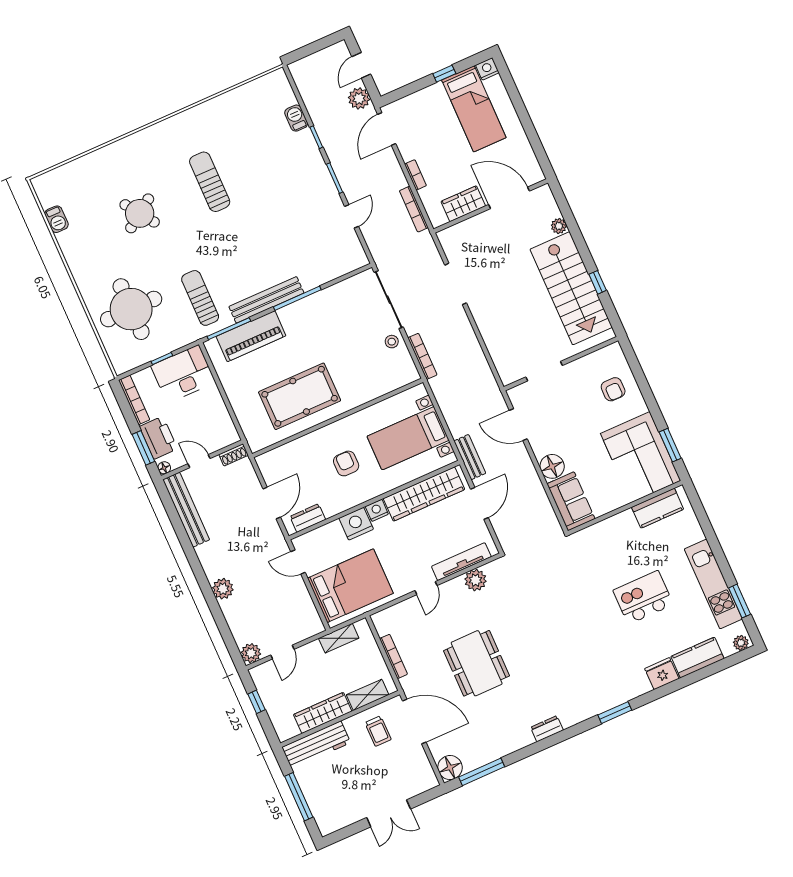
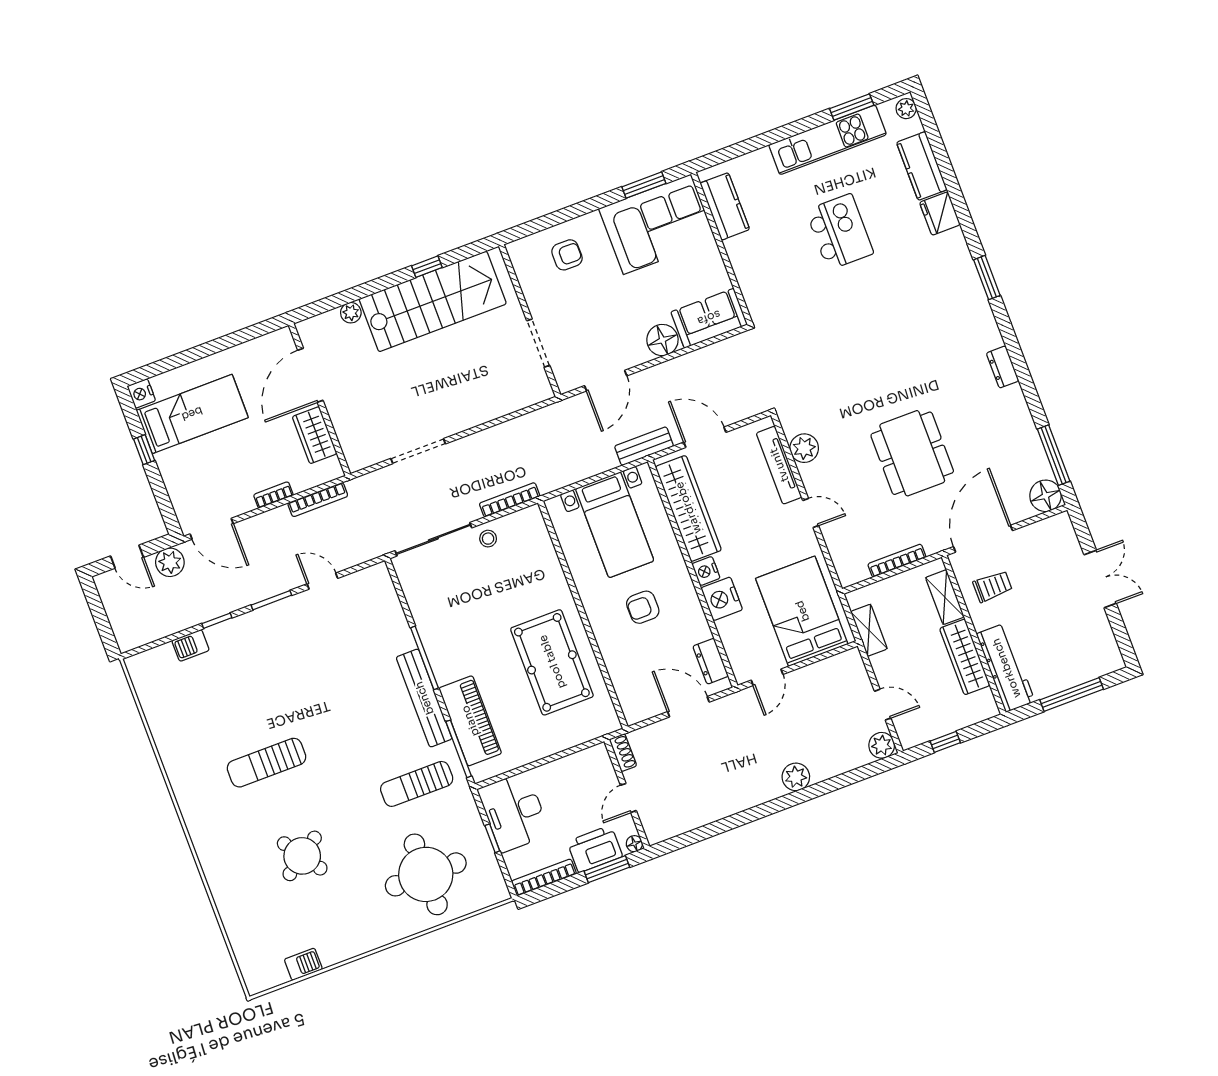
bench: (186, 510) -> (690, 818), removed
kitchen island: (643, 597) -> (840, 232), turned 180
dining table: (477, 663) -> (912, 453), turned 90

